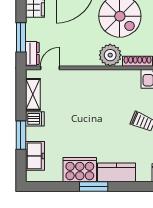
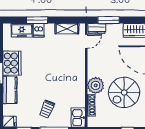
door: (50, 68) -> (86, 41), hinge flipped
dishwasher: (35, 119) -> (39, 30), moved

